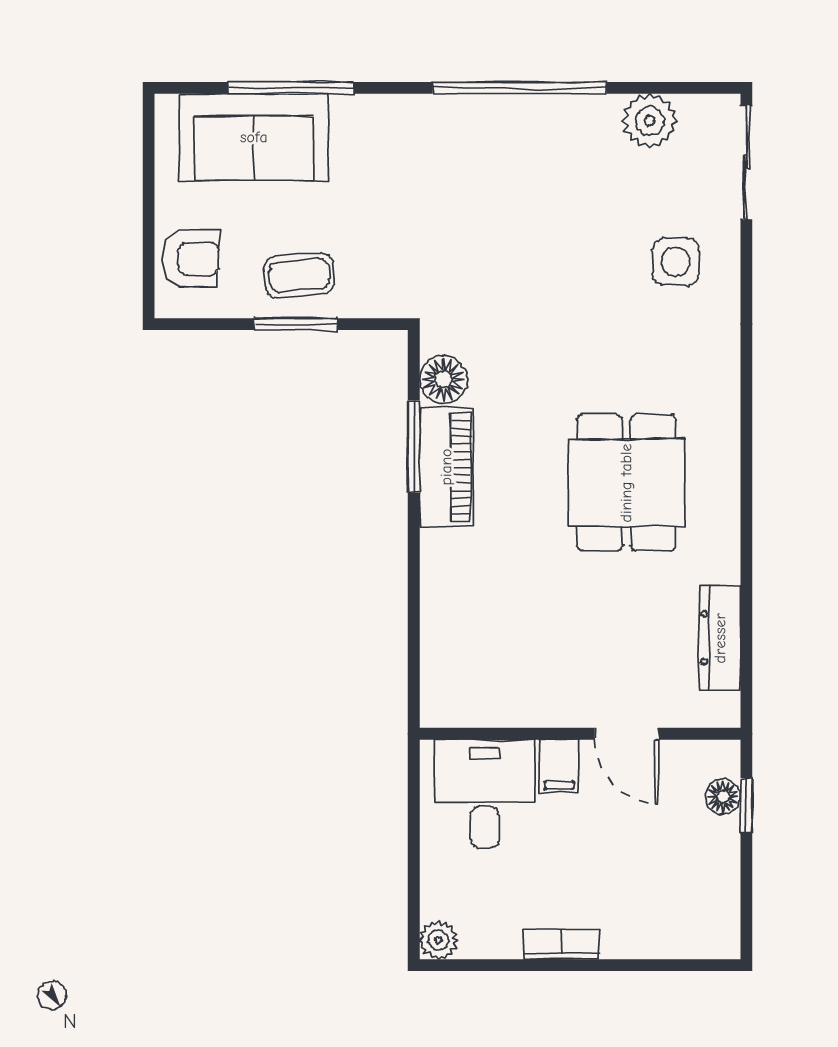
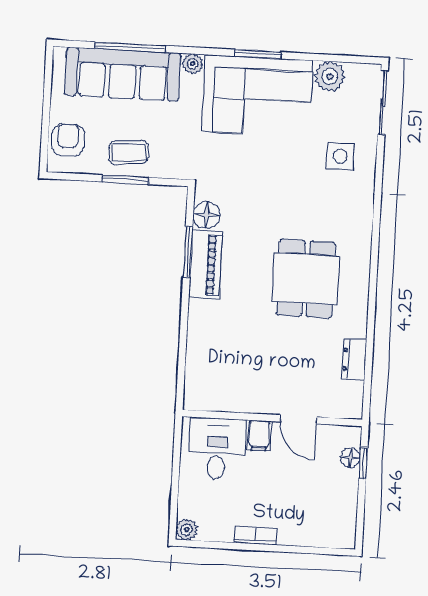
window: (520, 88) -> (258, 54), width x0.47
plant: (404, 112) -> (193, 64), added
sofa: (254, 137) -> (123, 74), width x1.36
corner sofa: (522, 162) -> (257, 96), added
armchair: (191, 259) -> (68, 140), turned -90
dresser: (720, 638) -> (354, 360), width x0.70

